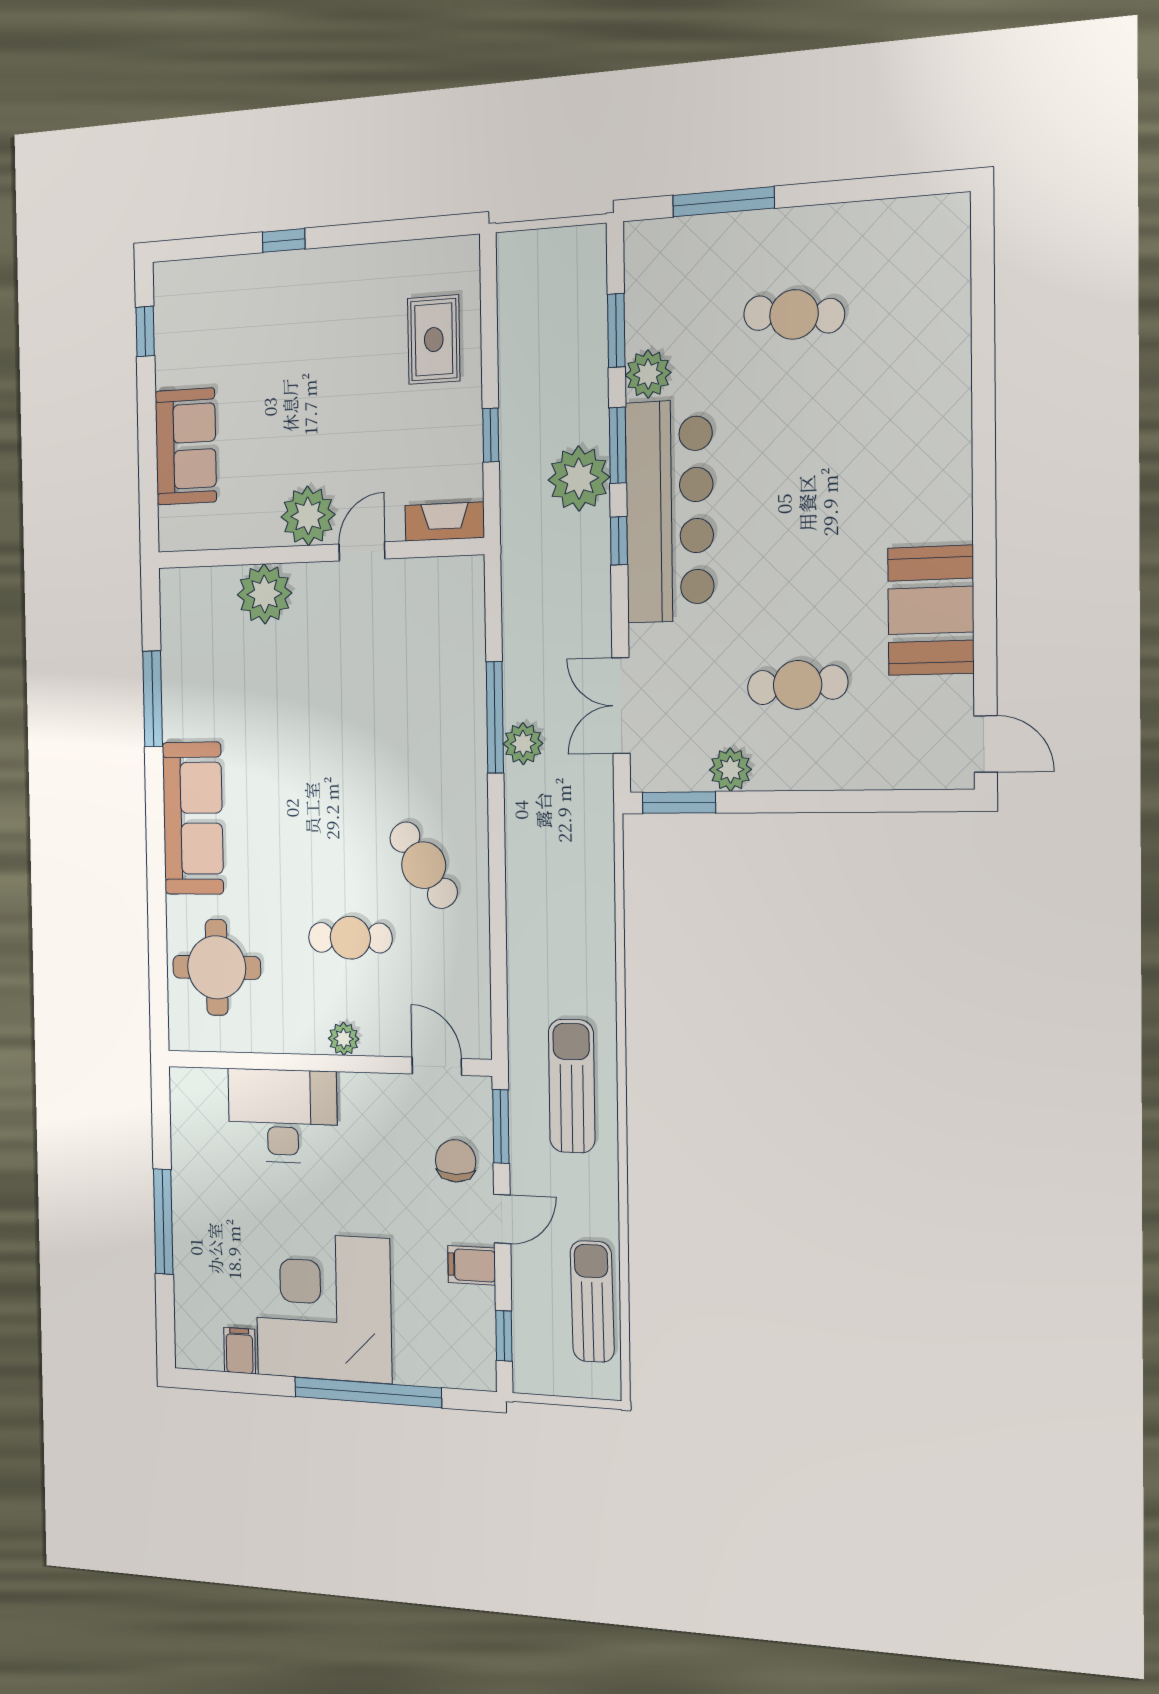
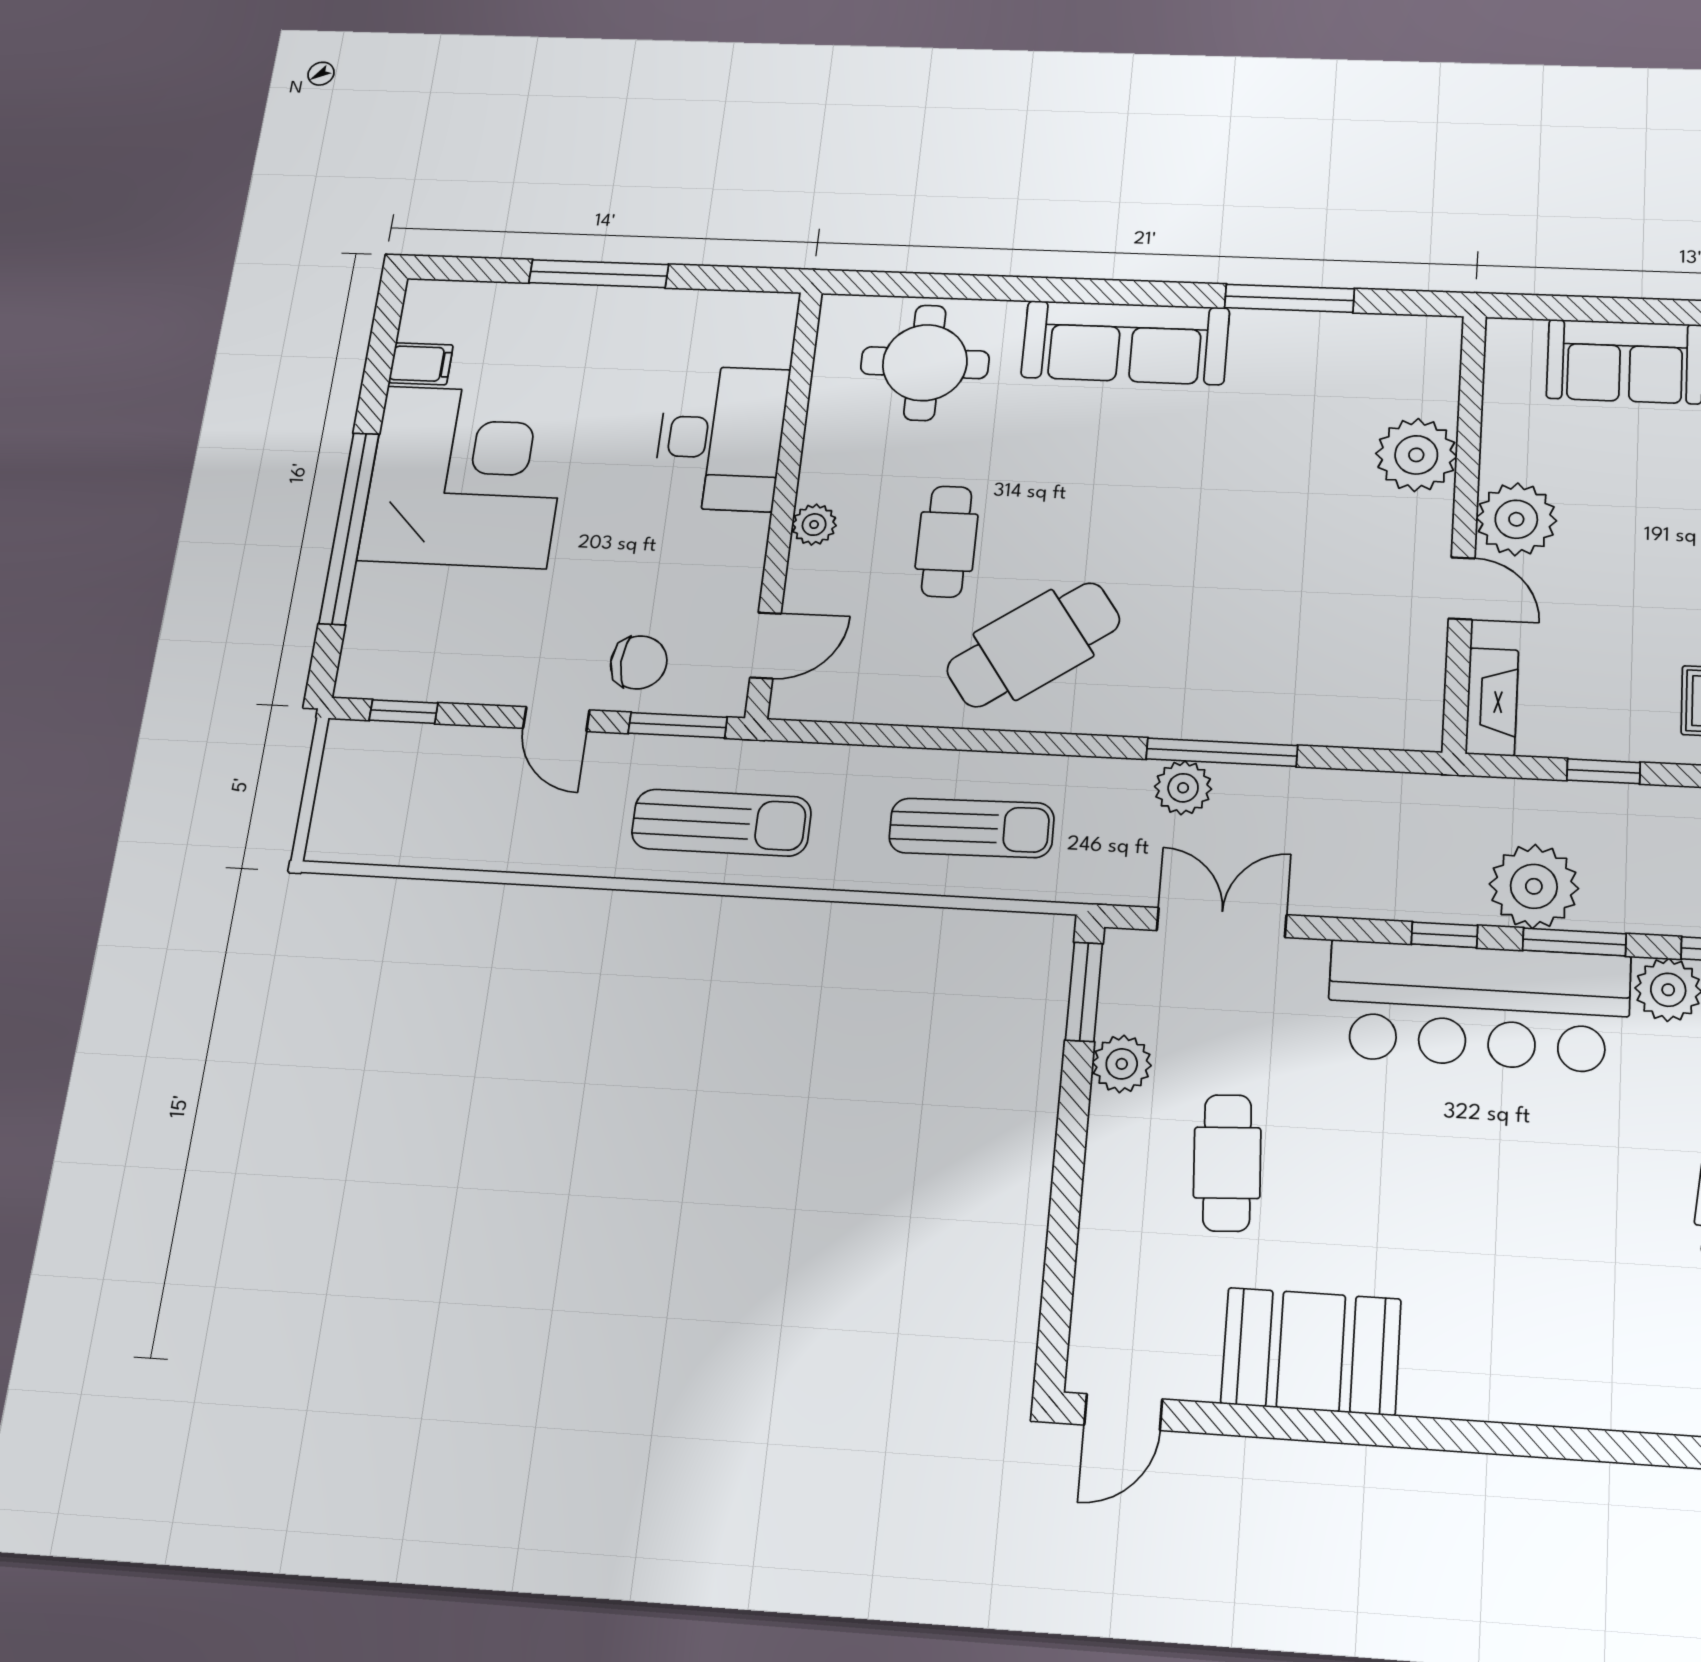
cafe table: (424, 865) -> (1033, 645), width x1.37, depth x1.35
filing cabinet: (472, 1265) -> (500, 675), removed
sun lounger: (592, 1301) -> (971, 828), moved

